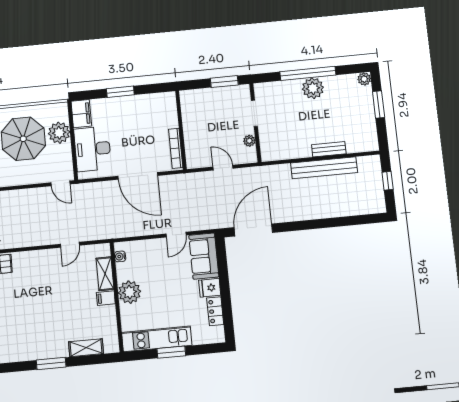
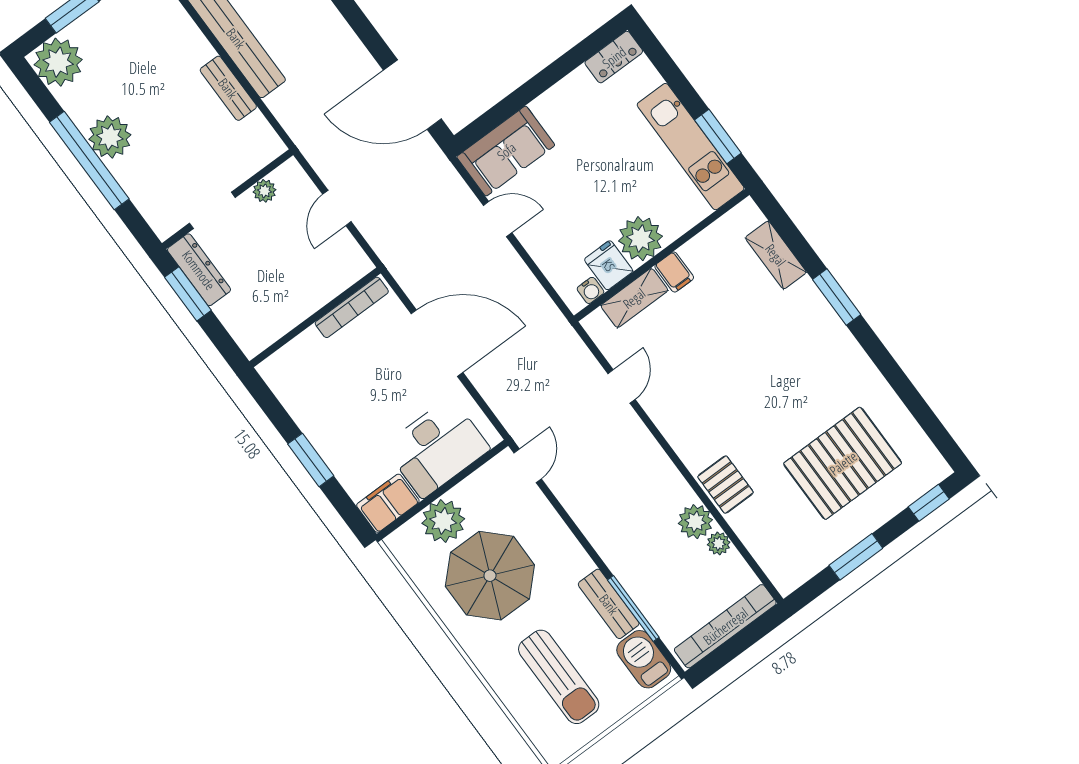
plant: (364, 79) -> (58, 62), width x1.88, depth x1.88
dresser: (232, 92) -> (199, 270), added
bench: (329, 149) -> (228, 88), moved
door: (138, 176) -> (437, 343), hinge flipped
door: (70, 245) -> (622, 386), hinge flipped
fridge: (210, 288) -> (609, 265), moved, turned 180
locker: (215, 311) -> (614, 57), moved
window: (171, 352) -> (718, 137), moved

